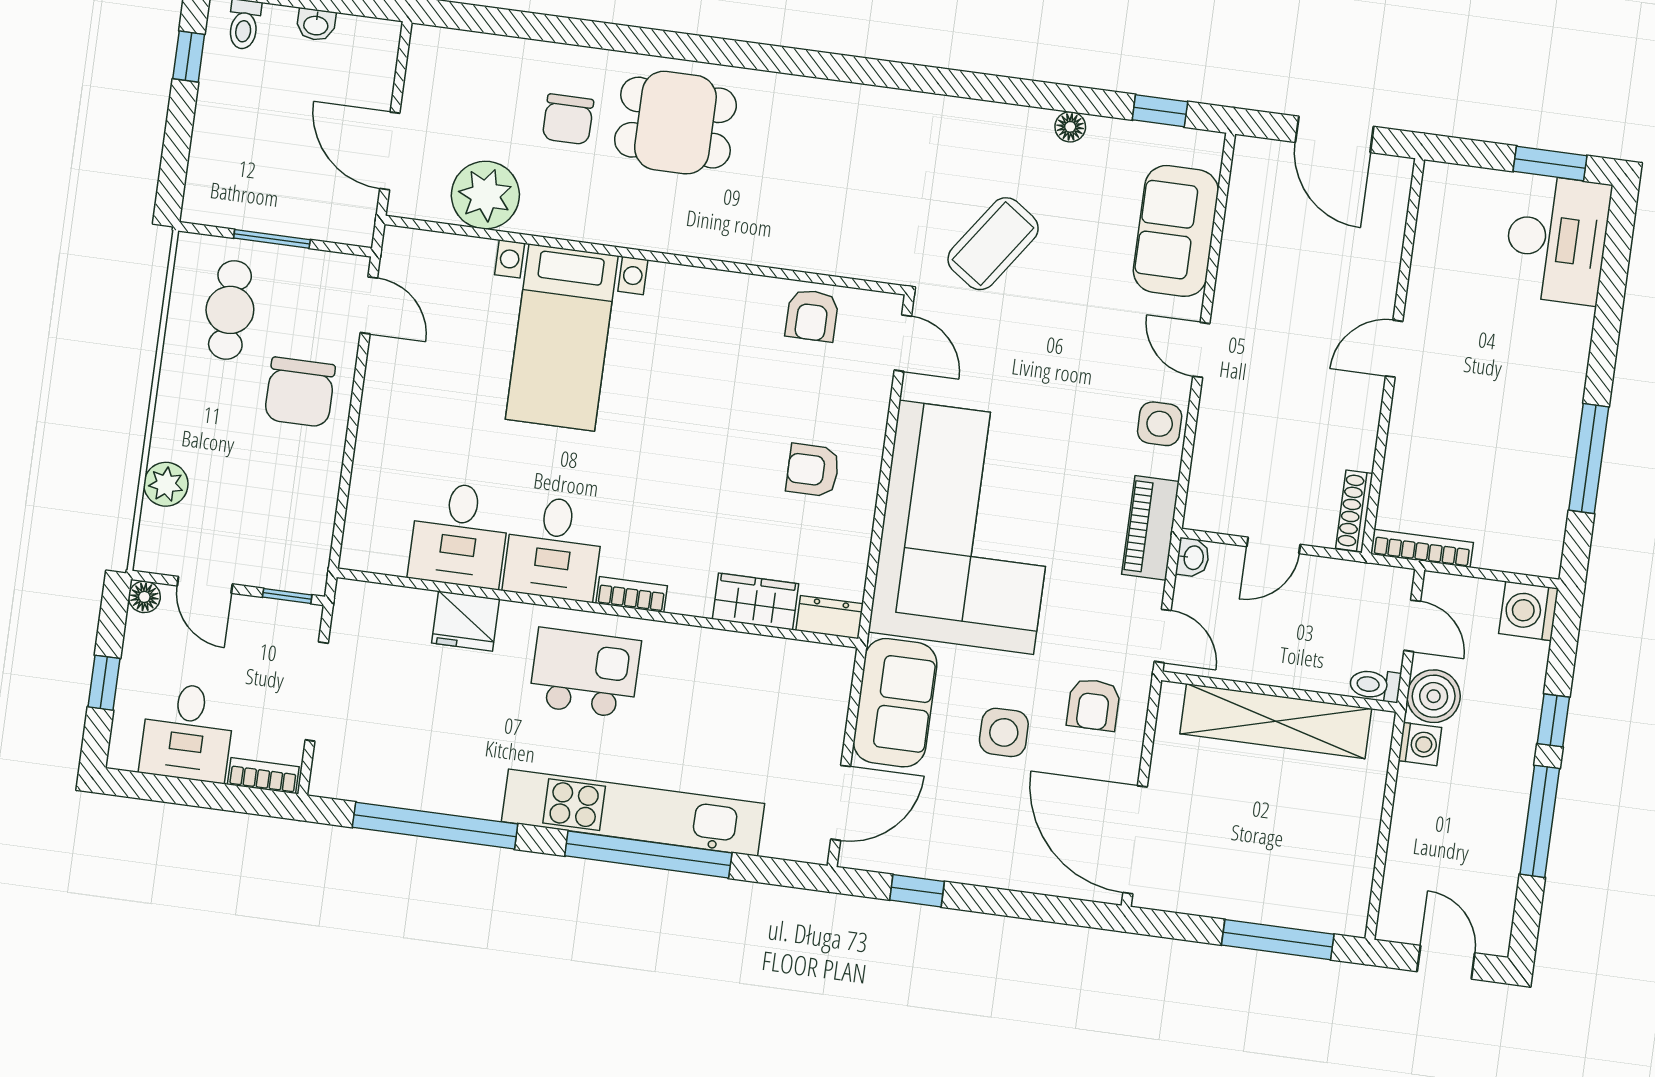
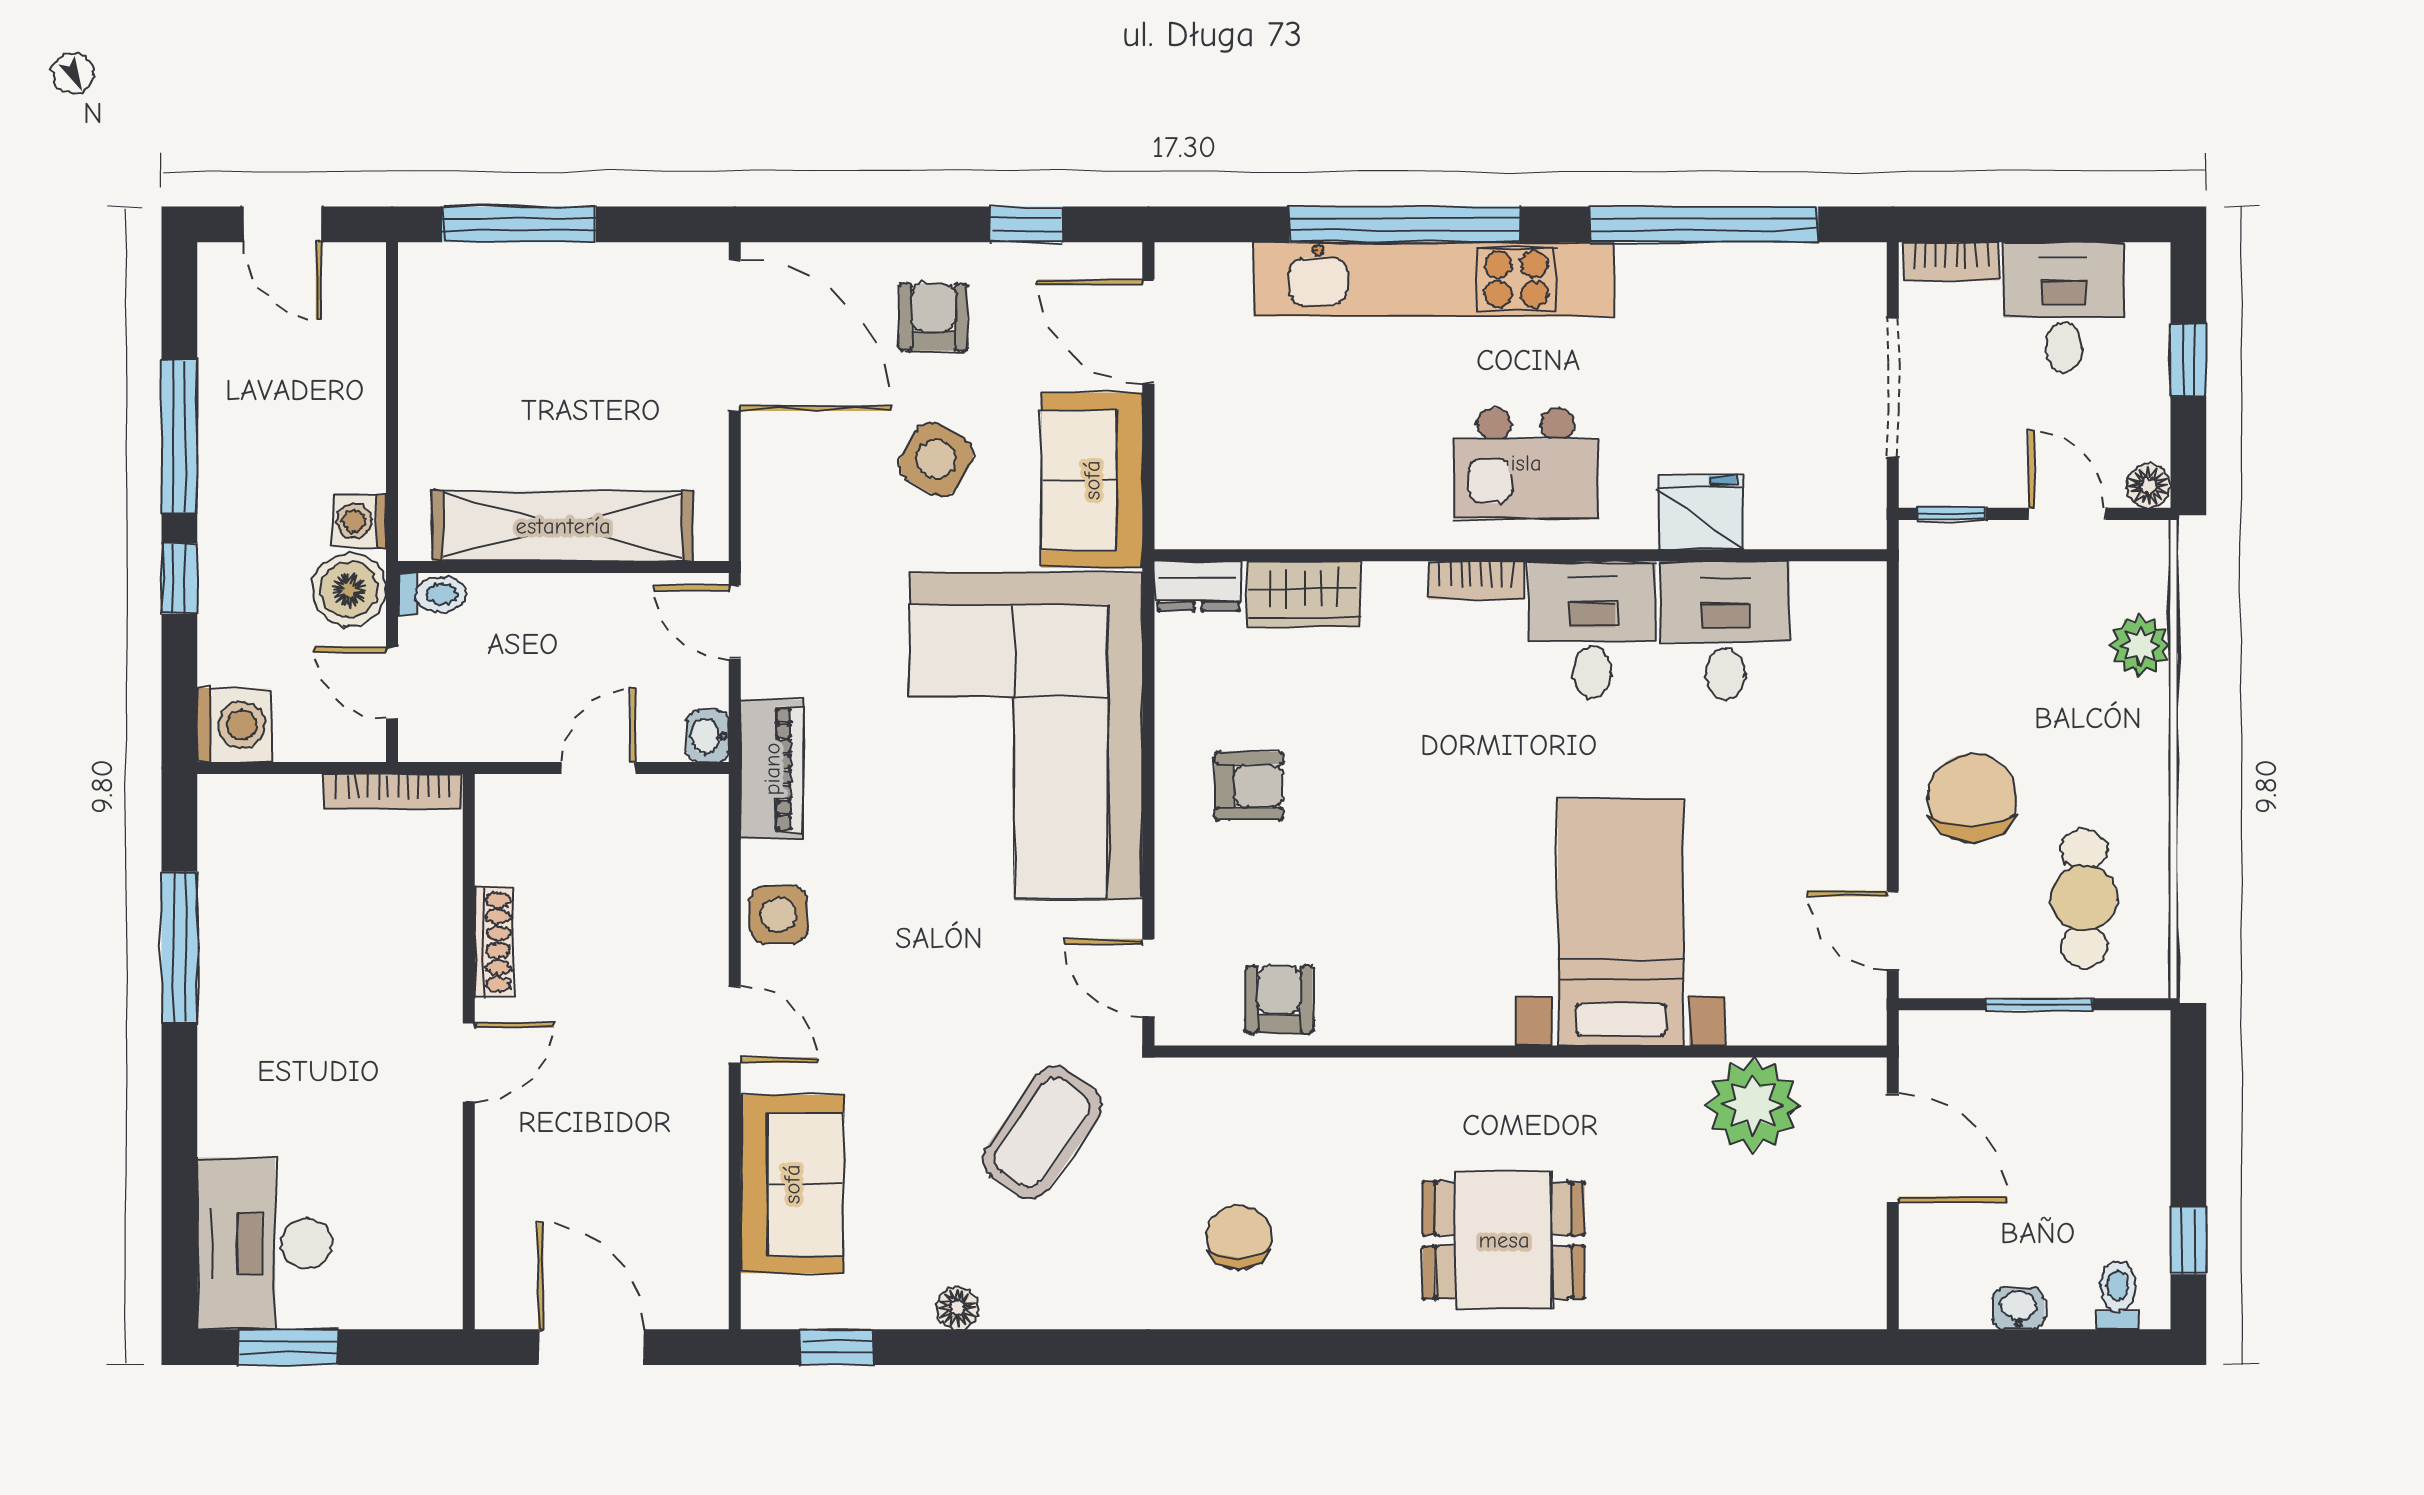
chair: (568, 119) -> (1239, 1237), moved
shoe rack: (1354, 511) -> (494, 942), moved
armchair: (1093, 705) -> (933, 317), moved
side table: (1004, 732) -> (936, 459), turned 30
door: (841, 803) -> (1148, 332), hinge flipped

